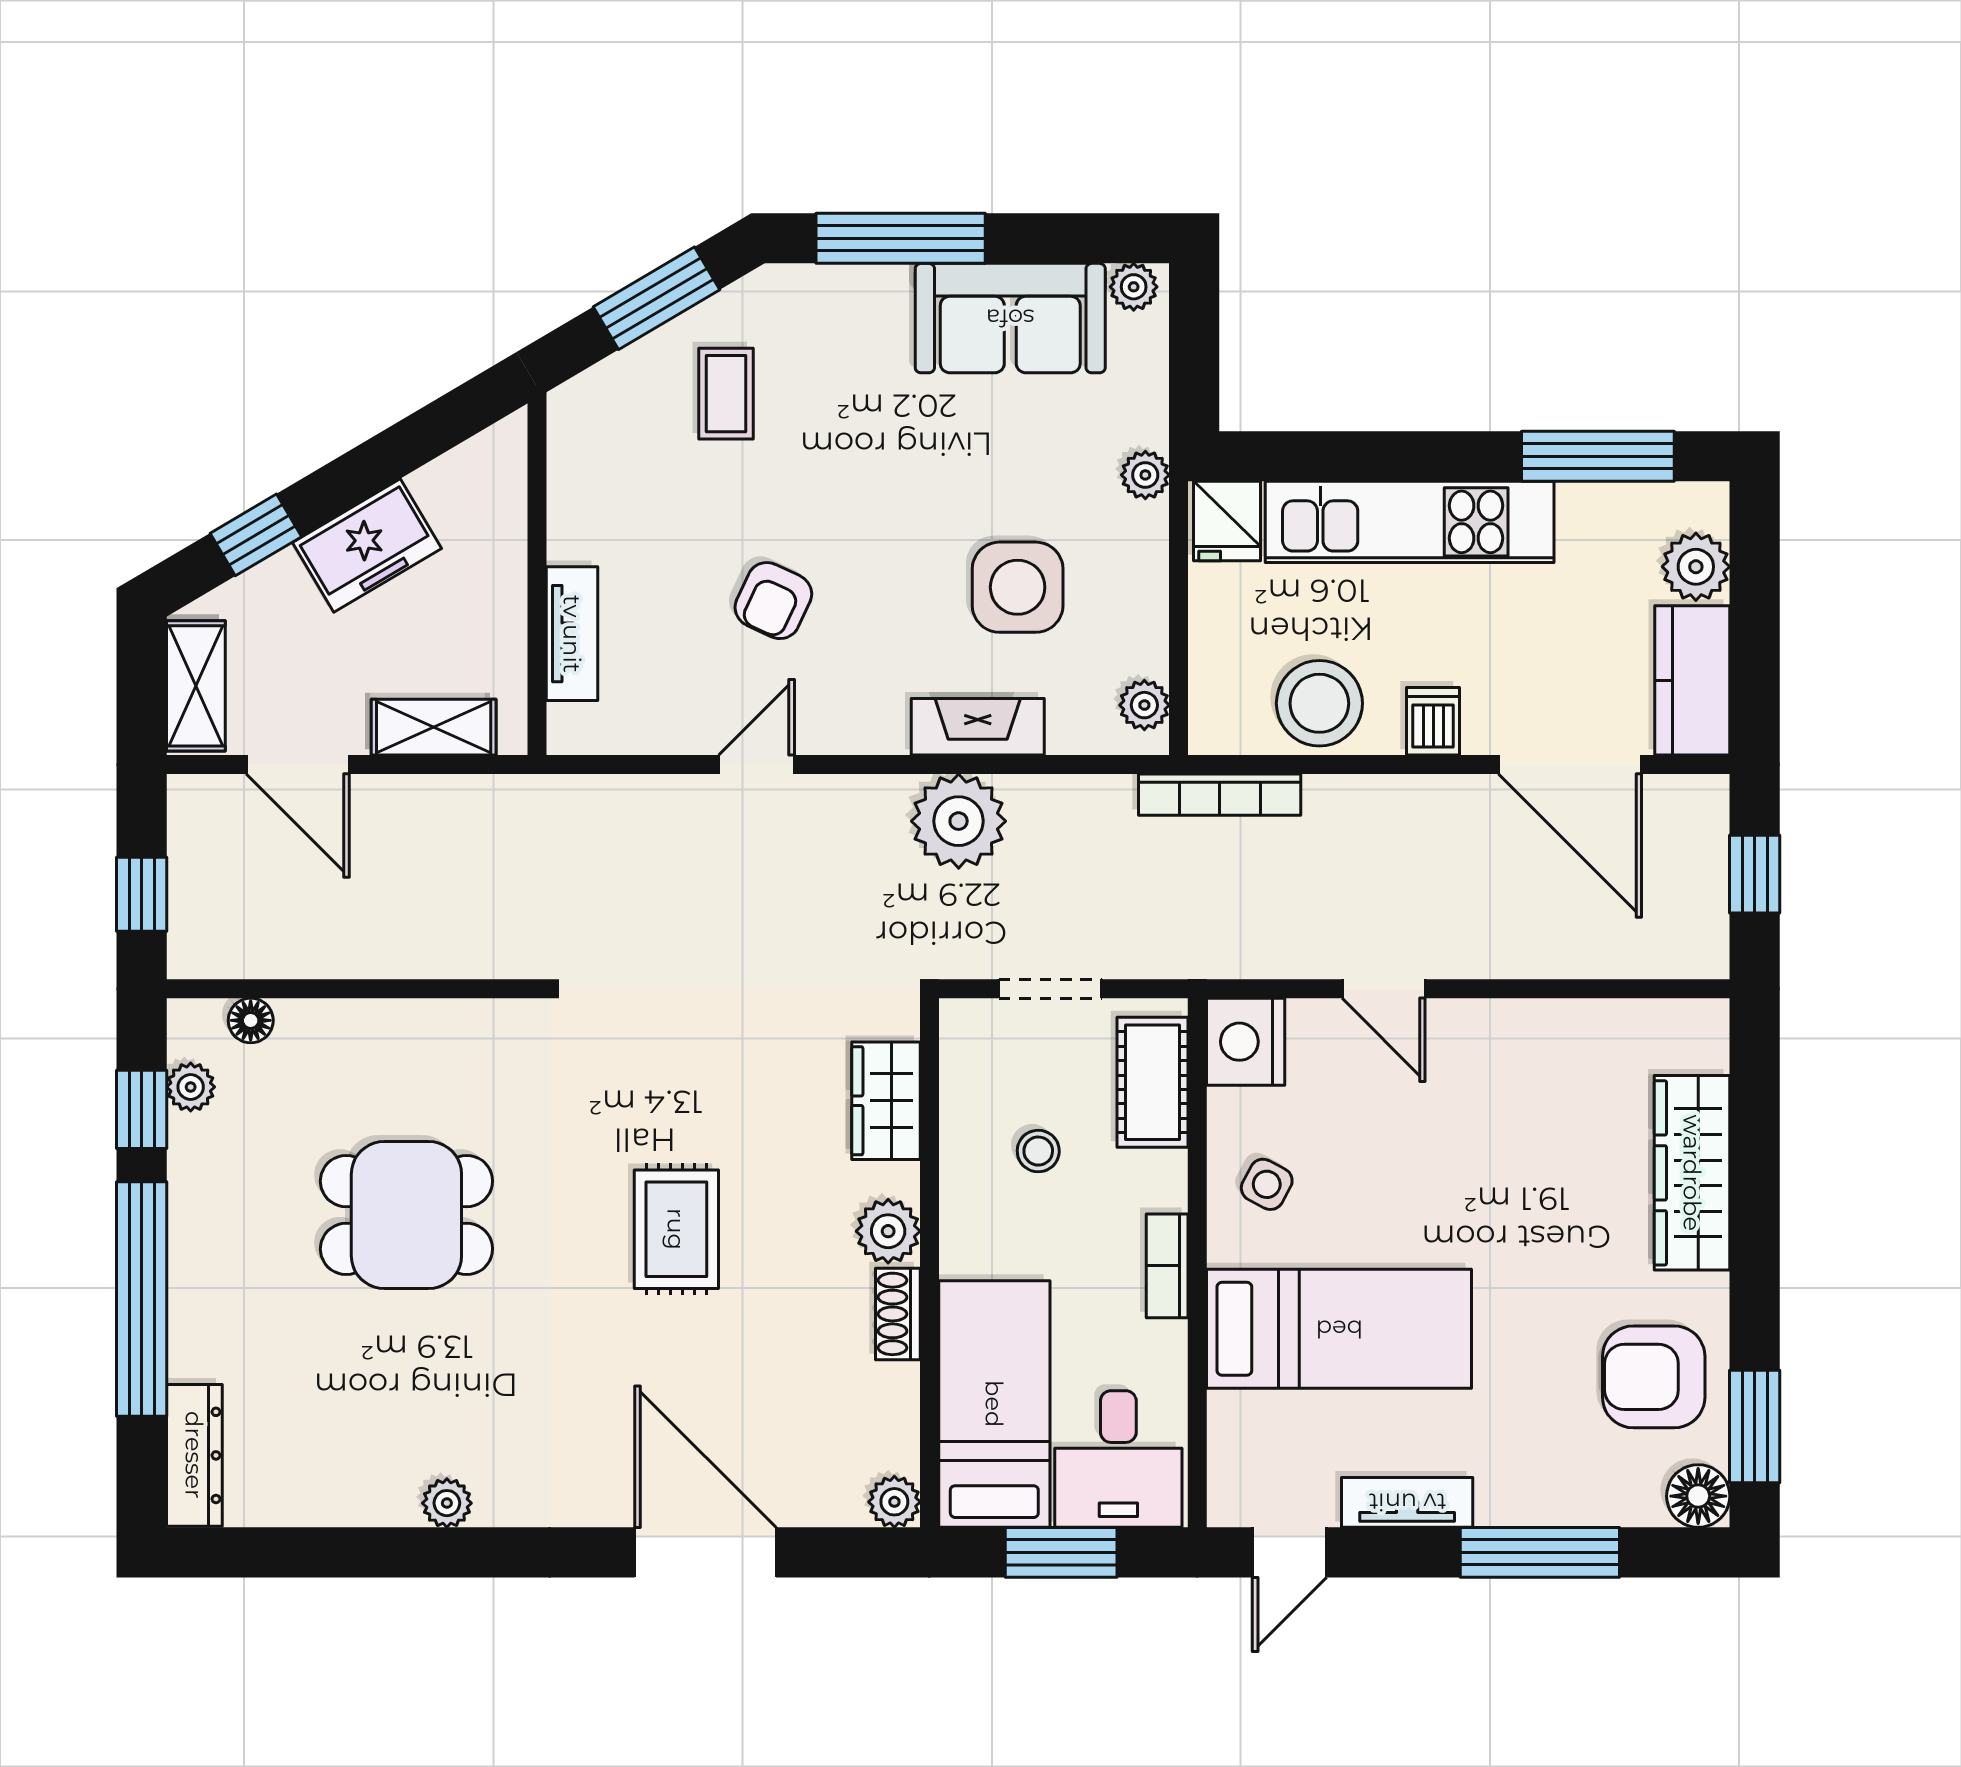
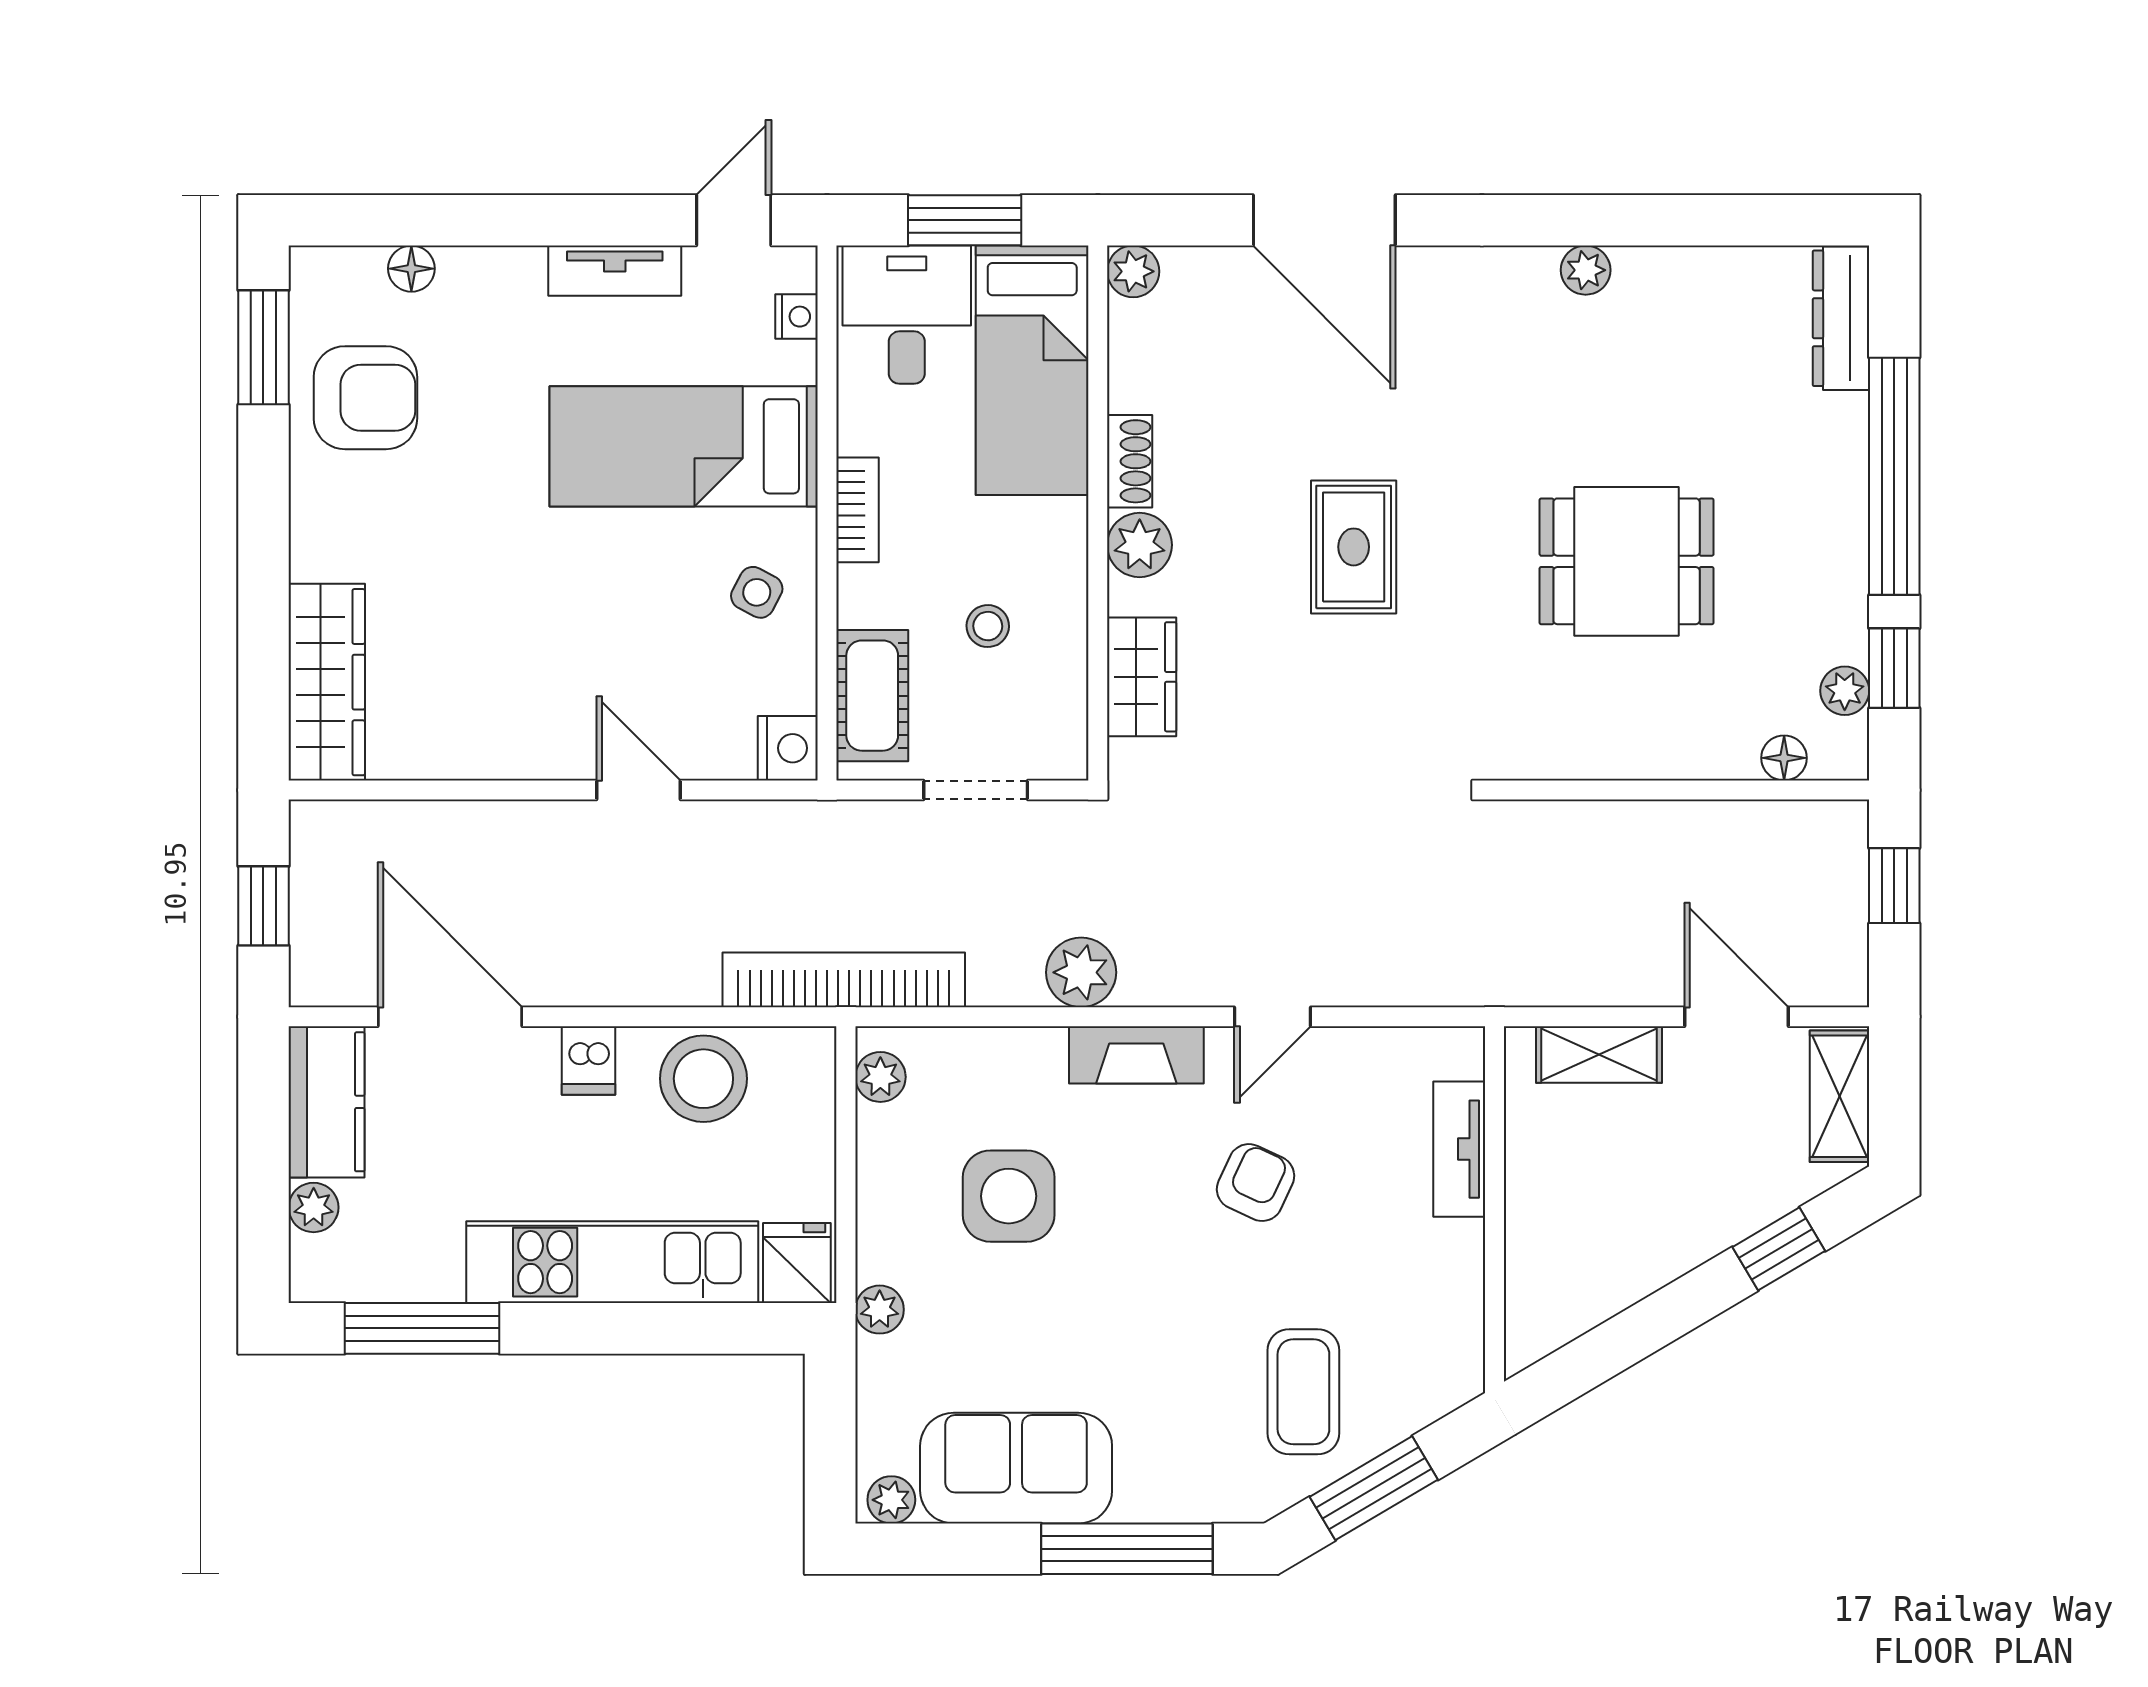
coffee table: (726, 394) -> (1303, 1392), width x1.36, depth x1.30
freezer: (367, 545) -> (1666, 1238), removed
plant: (1696, 567) -> (314, 1207), width x0.73, depth x0.73
fireplace: (978, 727) -> (1136, 1055), moved
bookcase: (1220, 795) -> (844, 980), width x1.48, depth x1.31
plant: (959, 821) -> (1081, 972), width x0.73, depth x0.73
nightstand: (1246, 1042) -> (788, 748), width x0.74, depth x0.75
wardrobe: (1692, 1173) -> (327, 682), moved
nightstand: (1227, 1457) -> (796, 317), added
floor lamp: (1698, 1496) -> (411, 269), moved, width x0.73, depth x0.73
window: (1540, 1552) -> (481, 220), removed

